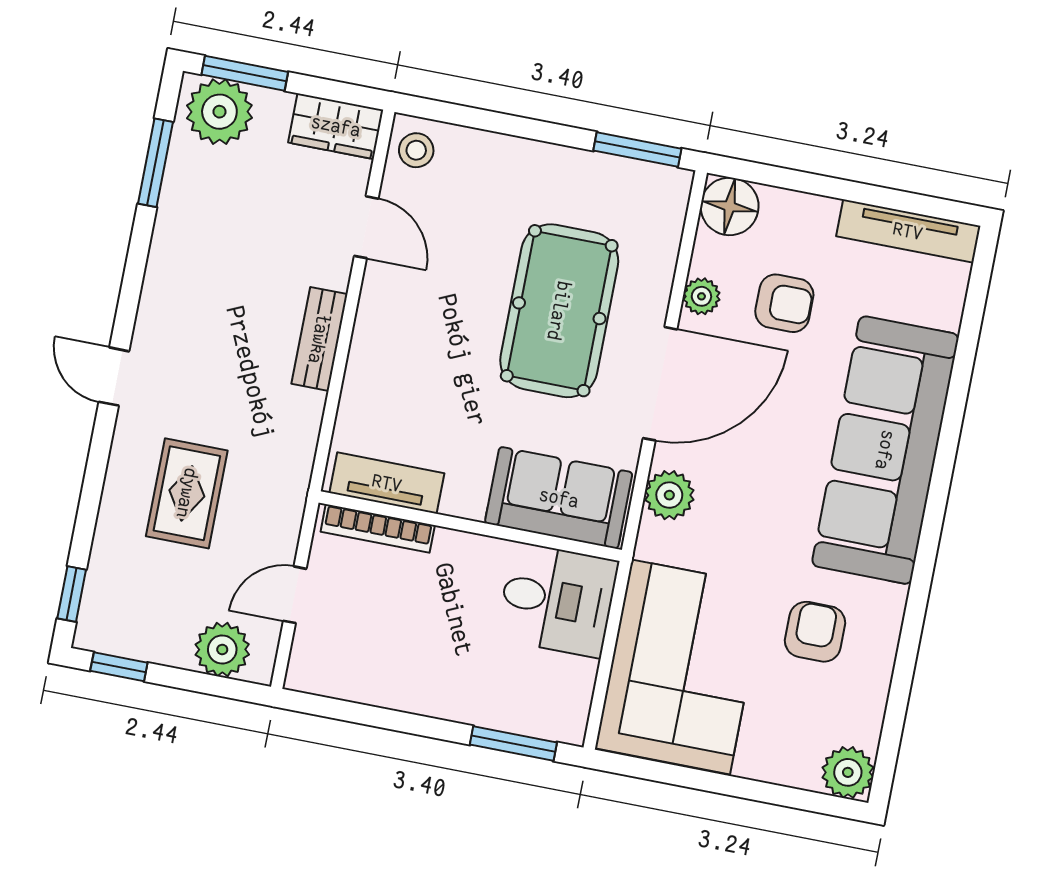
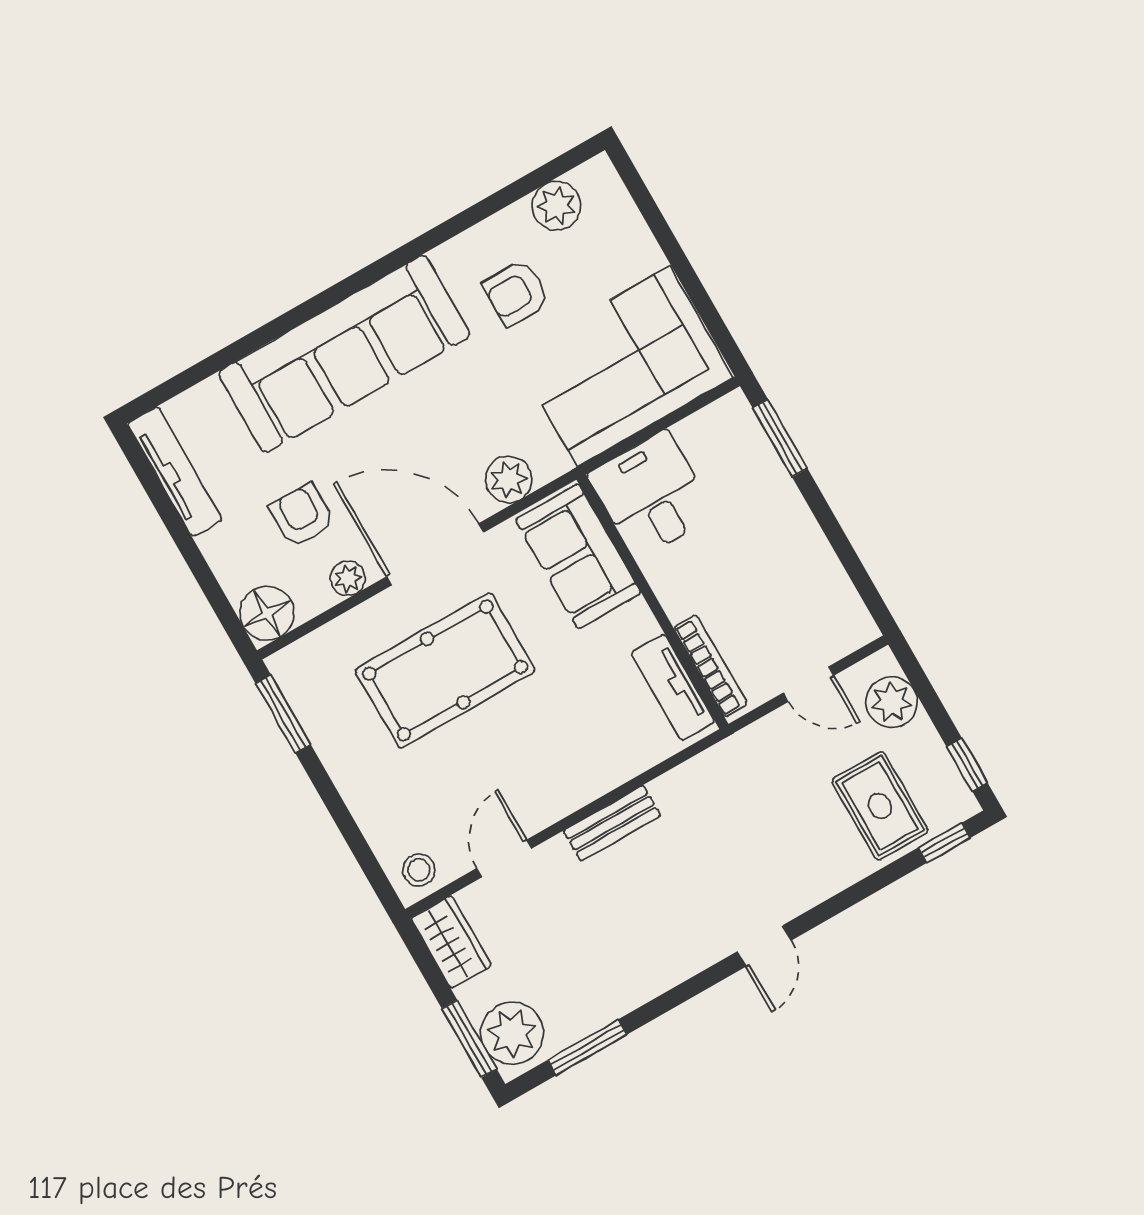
rug: (187, 493) -> (880, 806), moved, turned 90
plant: (848, 772) -> (557, 206), moved

